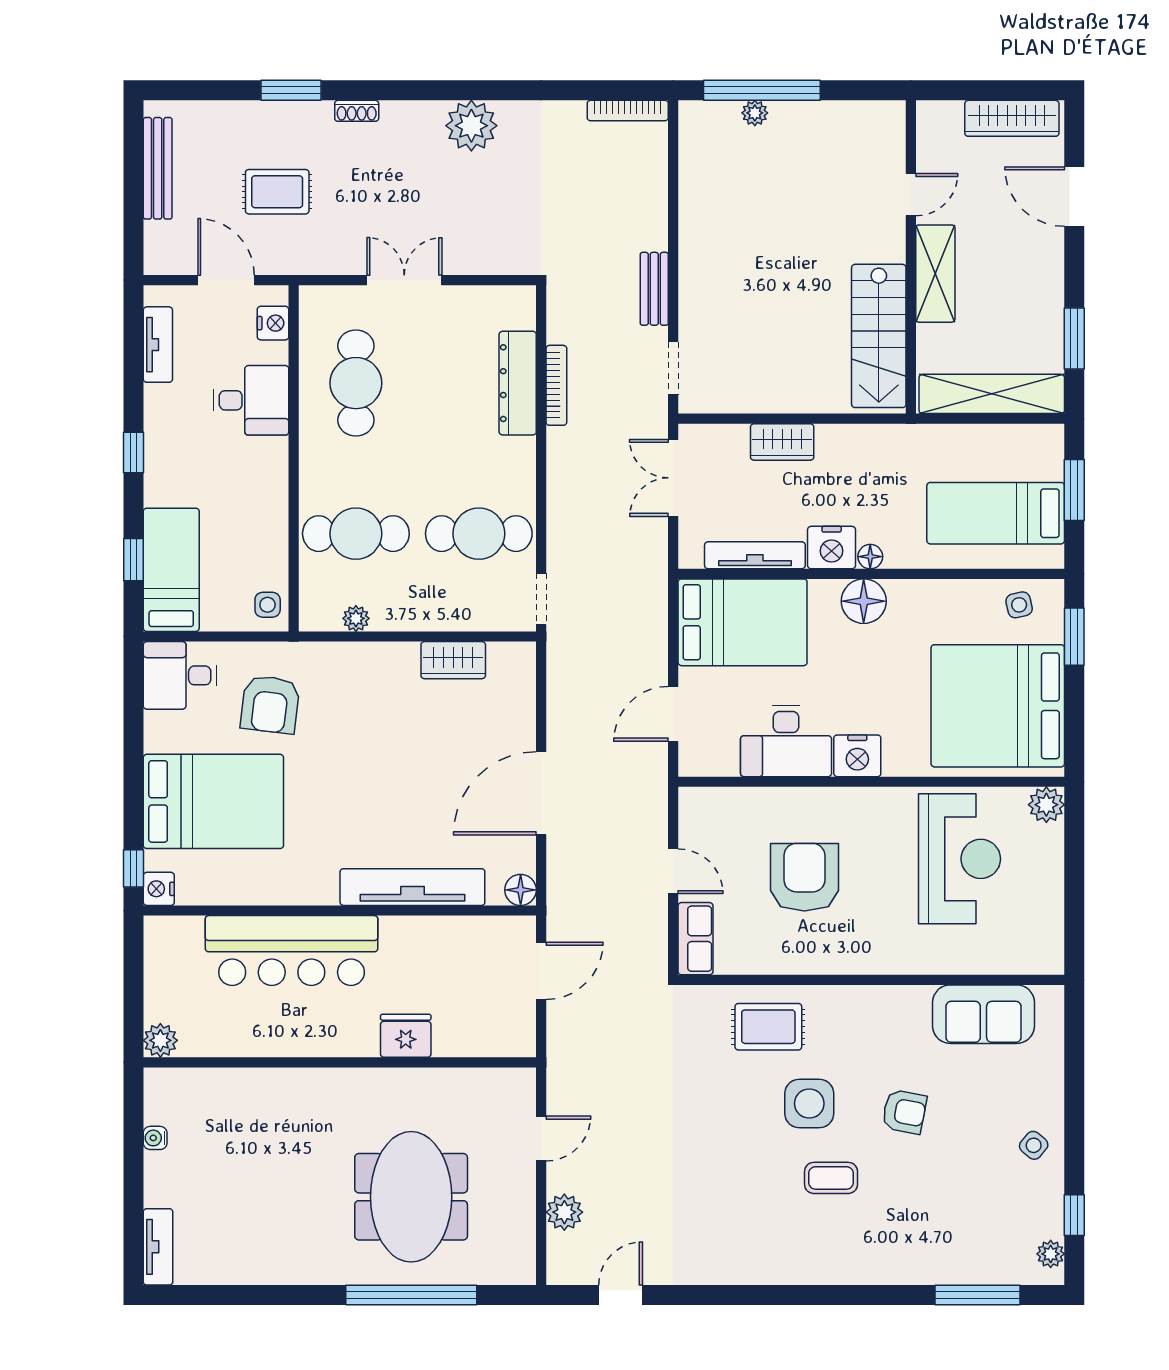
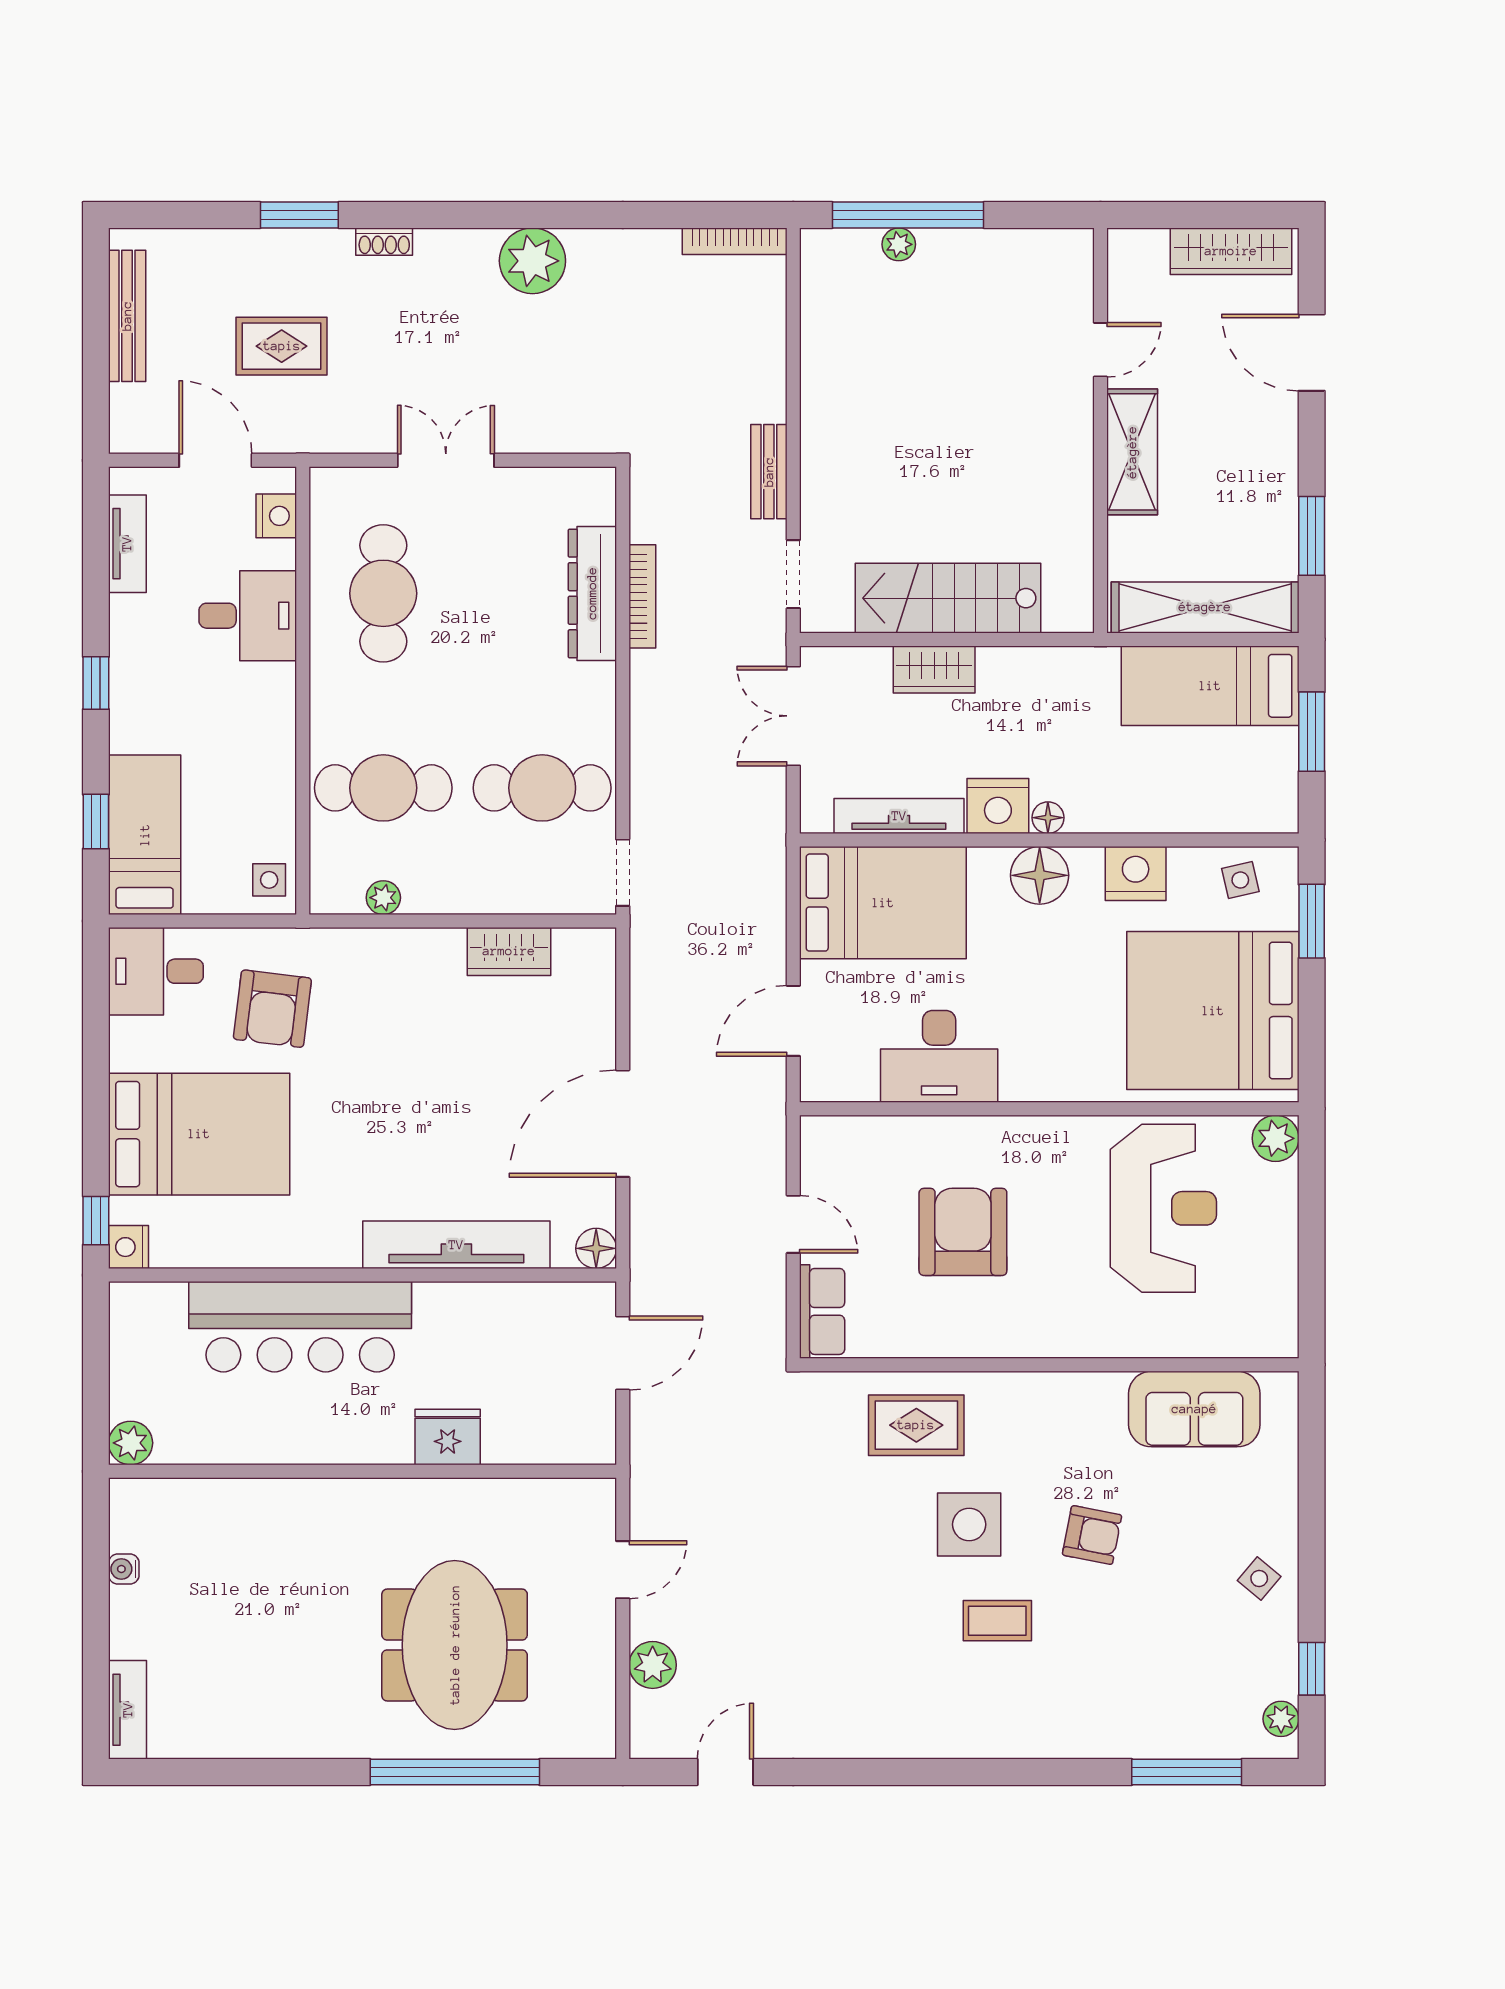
stairs: (879, 336) -> (948, 598), moved, turned 90
bed: (996, 513) -> (1210, 686), moved
nightstand: (857, 756) -> (1136, 873), moved, turned 180

